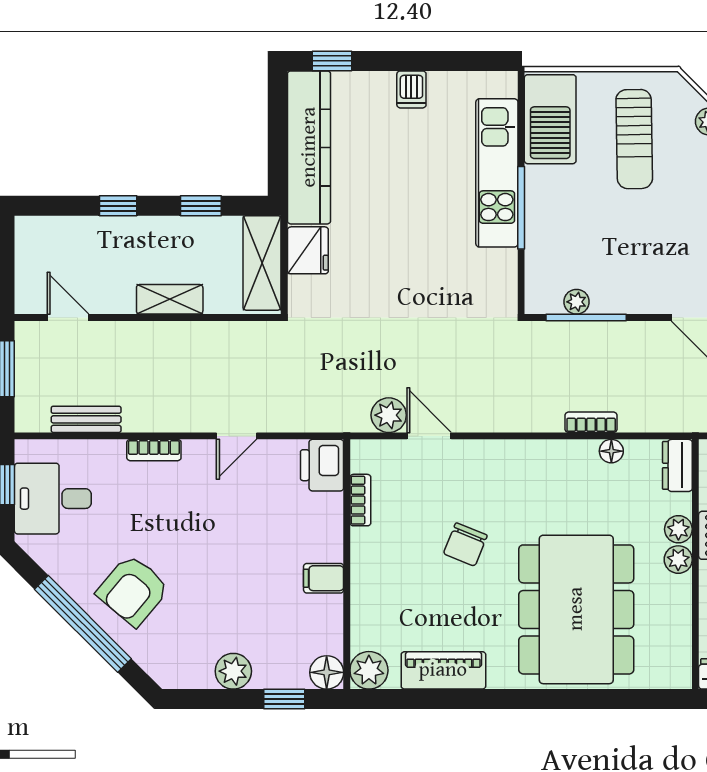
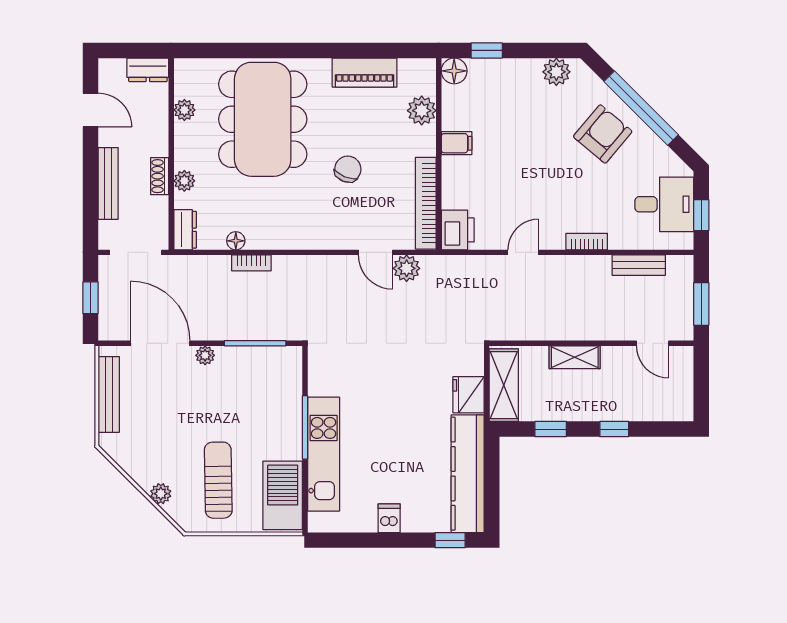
plant: (576, 302) -> (205, 355), moved
bookcase: (360, 500) -> (426, 203), width x2.31, depth x1.31
plant: (678, 560) -> (184, 110), moved
plant: (369, 670) -> (422, 111), moved
plant: (233, 671) -> (556, 72), moved

